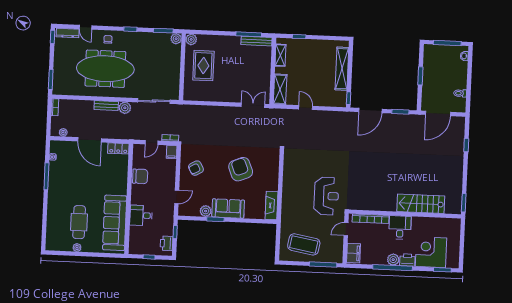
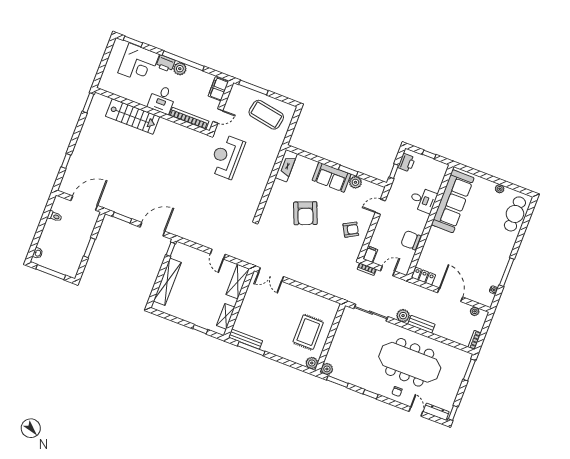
cafe table: (79, 222) -> (515, 214), moved

